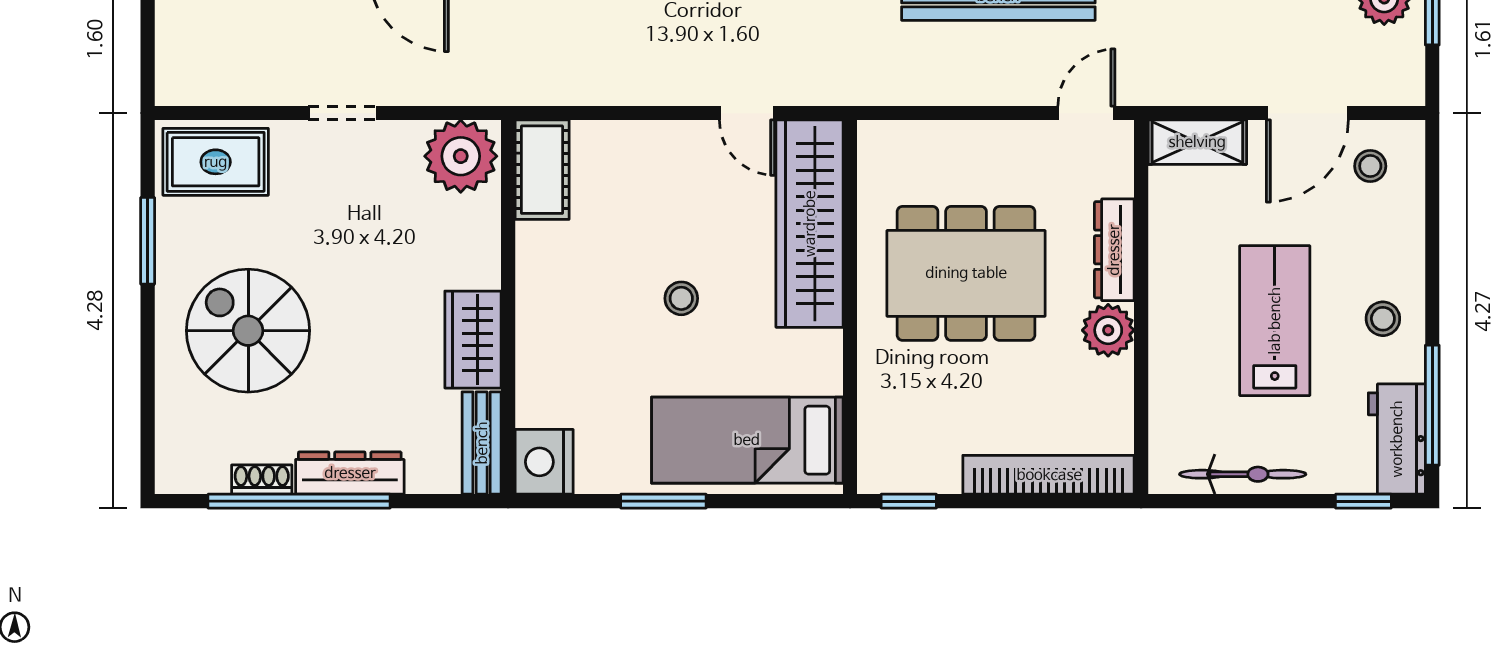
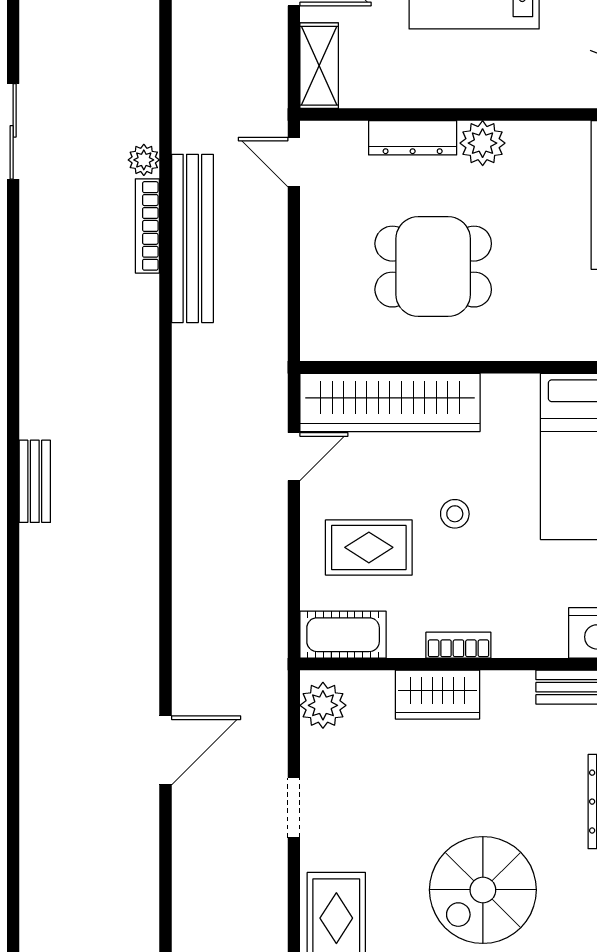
plant: (461, 156) -> (323, 705), width x0.73, depth x0.73
rug: (642, 199) -> (369, 547), added
dining table: (966, 273) -> (433, 267), width x0.73
bookcase: (530, 303) -> (458, 645), added
wardrobe: (473, 340) -> (437, 695), moved

